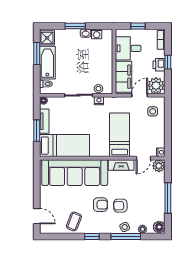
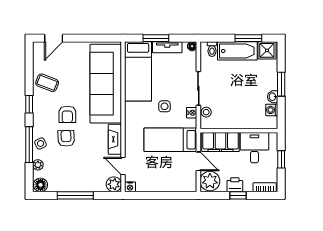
side table: (153, 111) -> (164, 106), moved
bed: (120, 135) -> (170, 140), moved, turned 180

